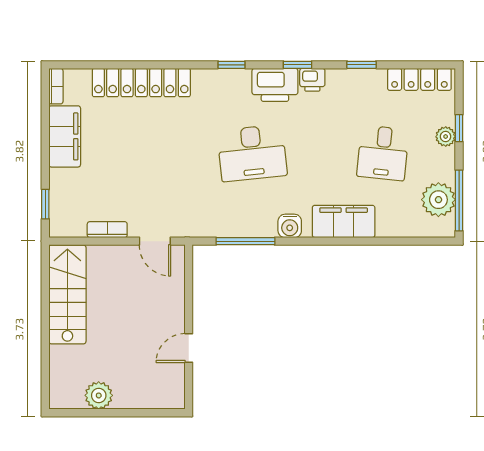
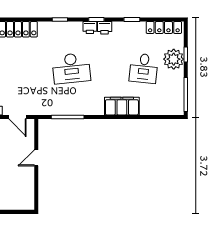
printer: (275, 85) -> (90, 28), width x0.53, depth x0.68
plant: (446, 137) -> (174, 59), width x1.87, depth x1.87
plant: (438, 200) -> (174, 94), removed
water cooler: (290, 226) -> (92, 109), removed
door: (189, 348) -> (36, 158), moved

